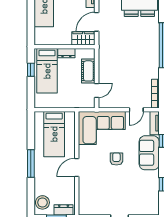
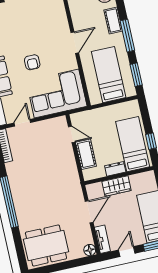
wardrobe: (83, 38) -> (117, 186), moved
door: (97, 90) -> (72, 134), swing flipped
window: (31, 129) -> (136, 75), added
cot: (40, 179) -> (113, 21), added

